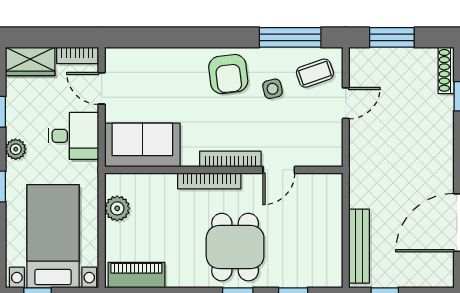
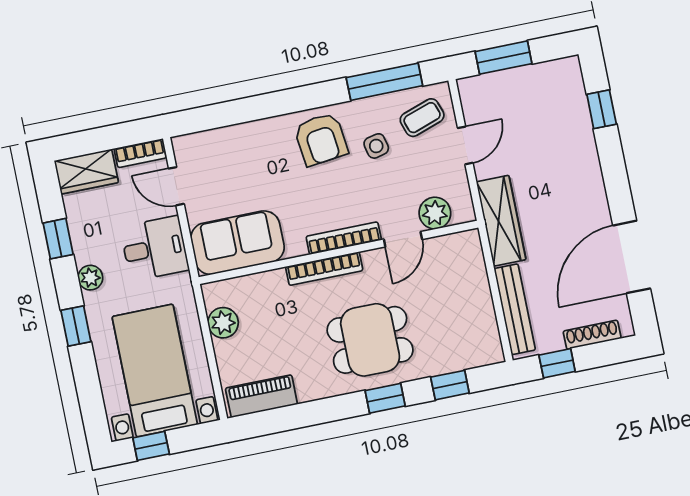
shoe rack: (446, 70) -> (592, 335), moved, turned 90
plant: (310, 154) -> (435, 213), added
wardrobe: (363, 171) -> (501, 221), added
dining table: (235, 247) -> (370, 340), turned 90

